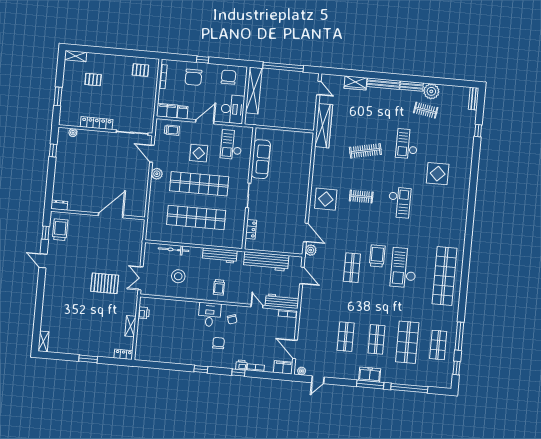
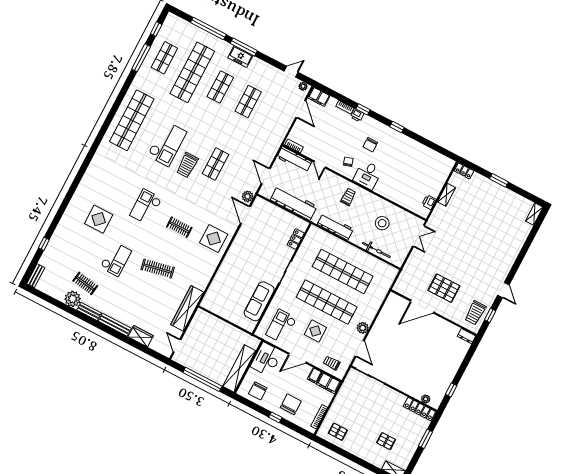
locker: (97, 123) -> (419, 409), moved
checkout: (231, 145) -> (281, 326), turned 180
pallet: (105, 283) -> (444, 288), moved
shop shelf: (407, 342) -> (192, 72), width x1.40

